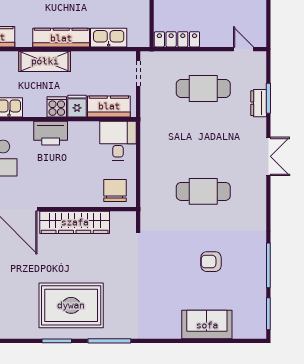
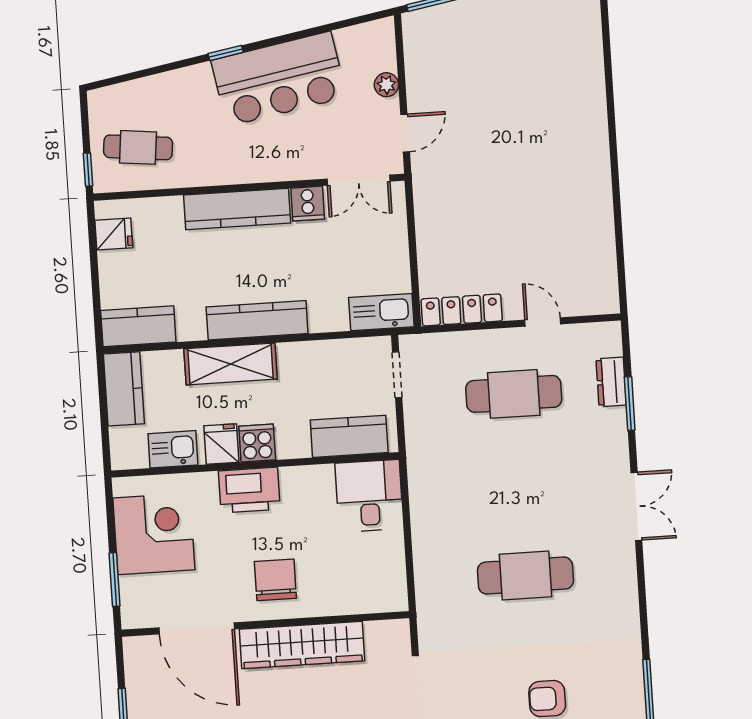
kitchen sink: (109, 38) -> (381, 312), moved
door: (244, 49) -> (543, 322), moved
dresser: (259, 103) -> (611, 382), moved
fridge: (77, 106) -> (221, 444), moved
chair: (115, 190) -> (275, 580), moved

